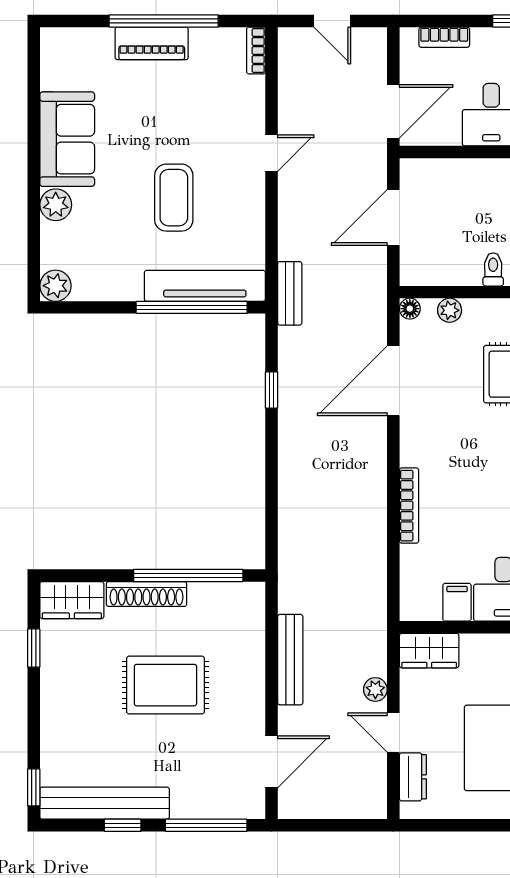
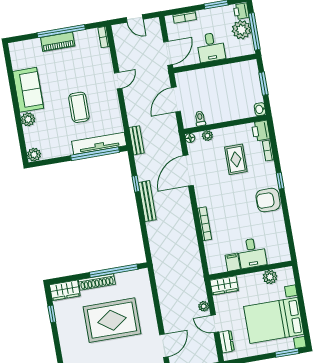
toilet: (493, 269) -> (200, 119), moved
bench: (290, 660) -> (147, 201), moved
rug: (165, 685) -> (112, 320), width x1.37, depth x1.44

